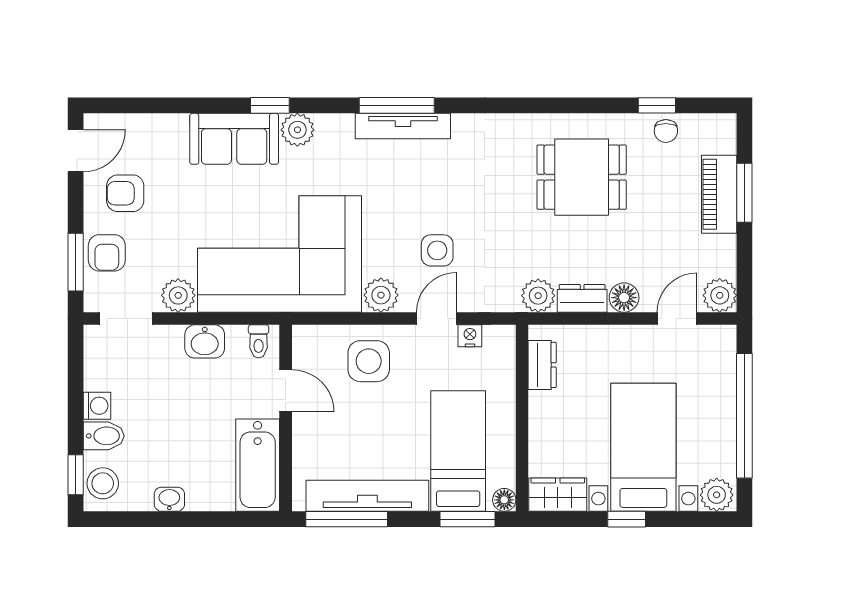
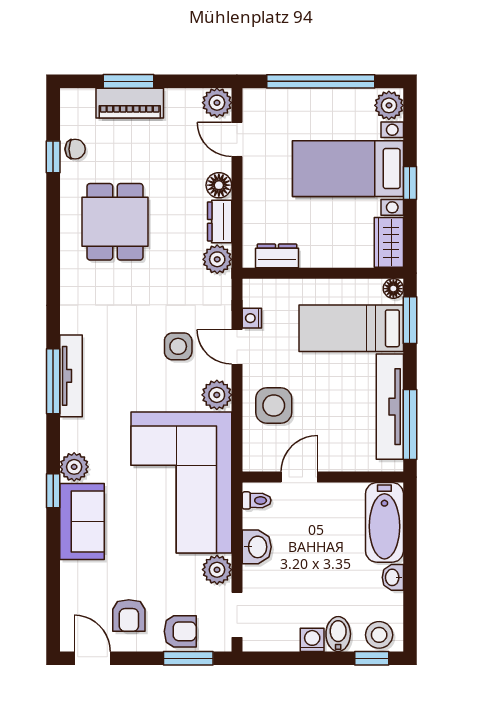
bathtub: (258, 465) -> (384, 522), moved, turned 90

